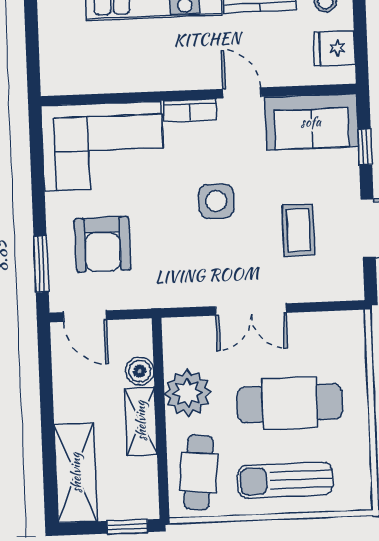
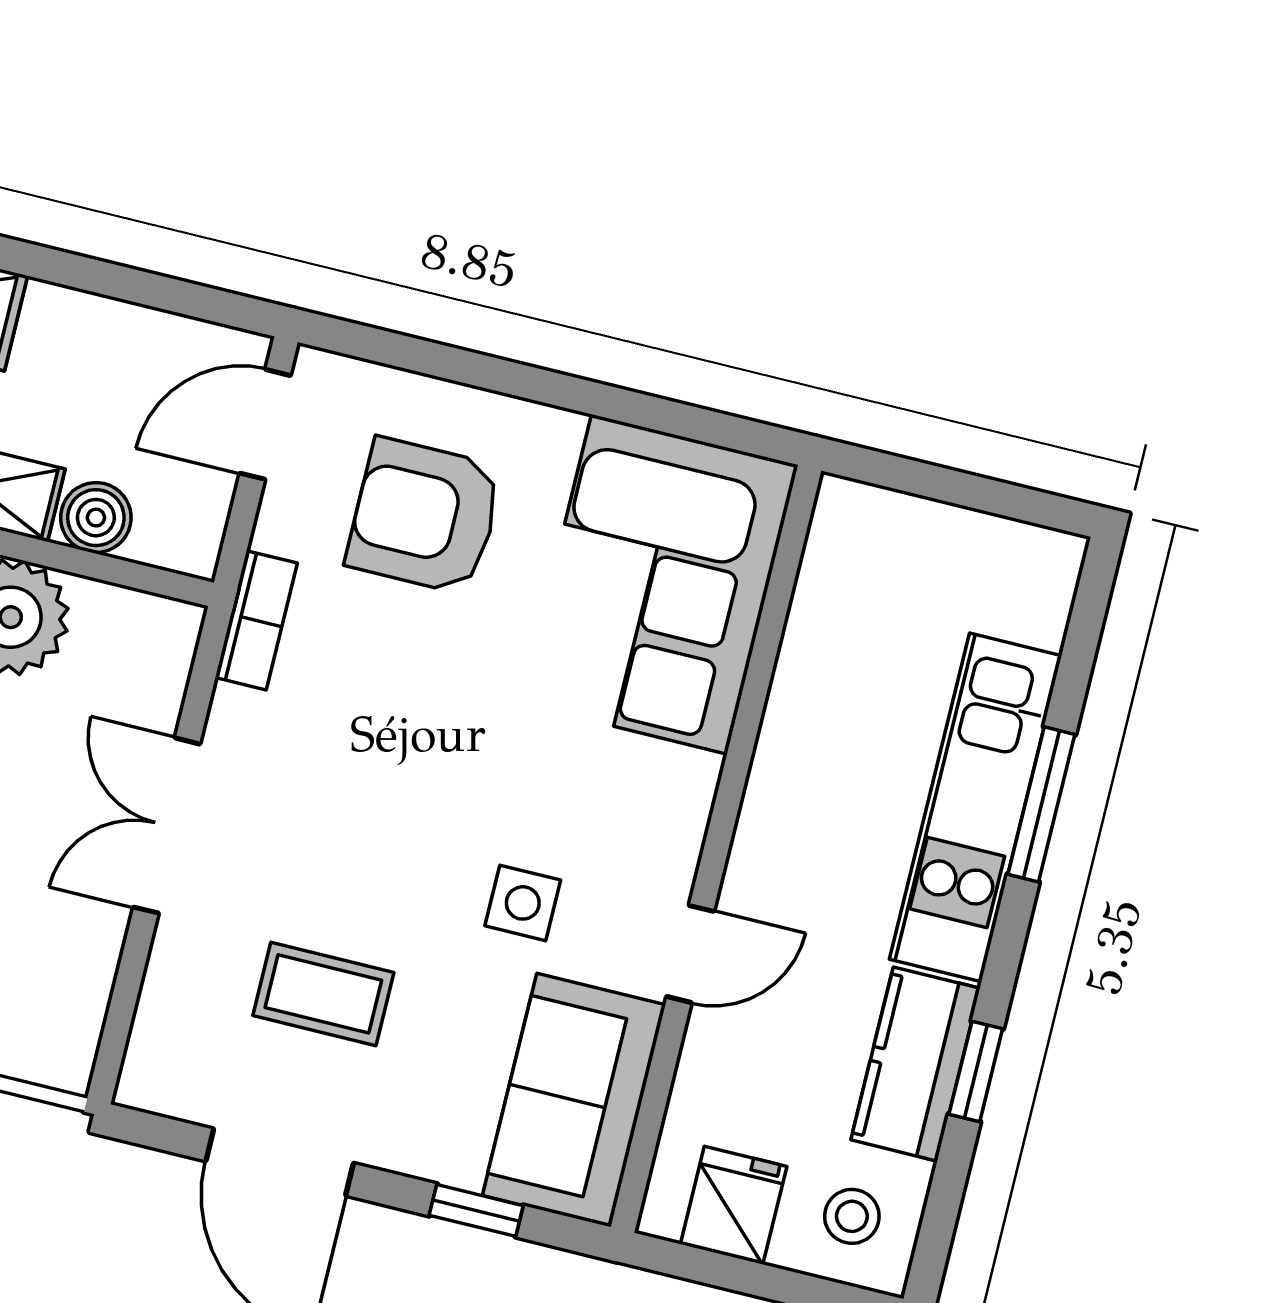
bookcase: (190, 110) -> (256, 620), moved, turned 180
side table: (216, 201) -> (523, 903), moved, width x0.73, depth x0.73
window: (41, 264) -> (420, 356), removed

